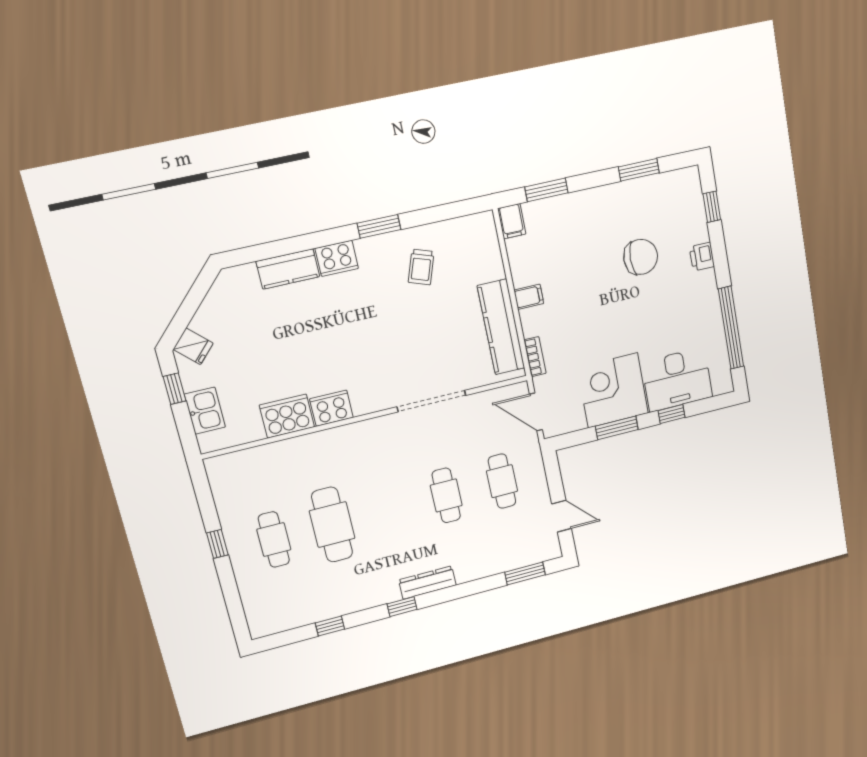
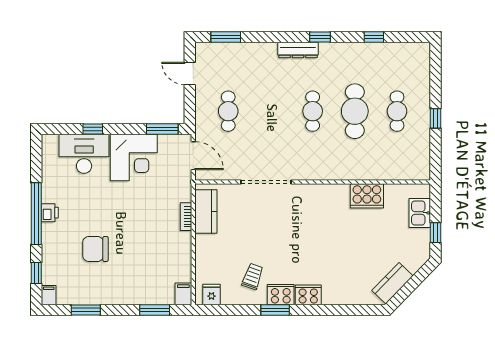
printer: (702, 257) -> (50, 213), moved
kitchen counter: (288, 269) -> (392, 283), moved, turned -46
filing cabinet: (529, 297) -> (49, 295), moved, turned 90
kitchen counter: (501, 327) -> (206, 211), width x0.67
window: (731, 328) -> (36, 214), moved
fridge: (193, 346) -> (211, 294), moved, turned 46
bookcase: (535, 357) -> (186, 217), moved
cooker: (331, 408) -> (281, 295), moved, turned 180
window: (617, 428) -> (162, 129), moved
cafe table: (446, 495) -> (313, 111), moved

